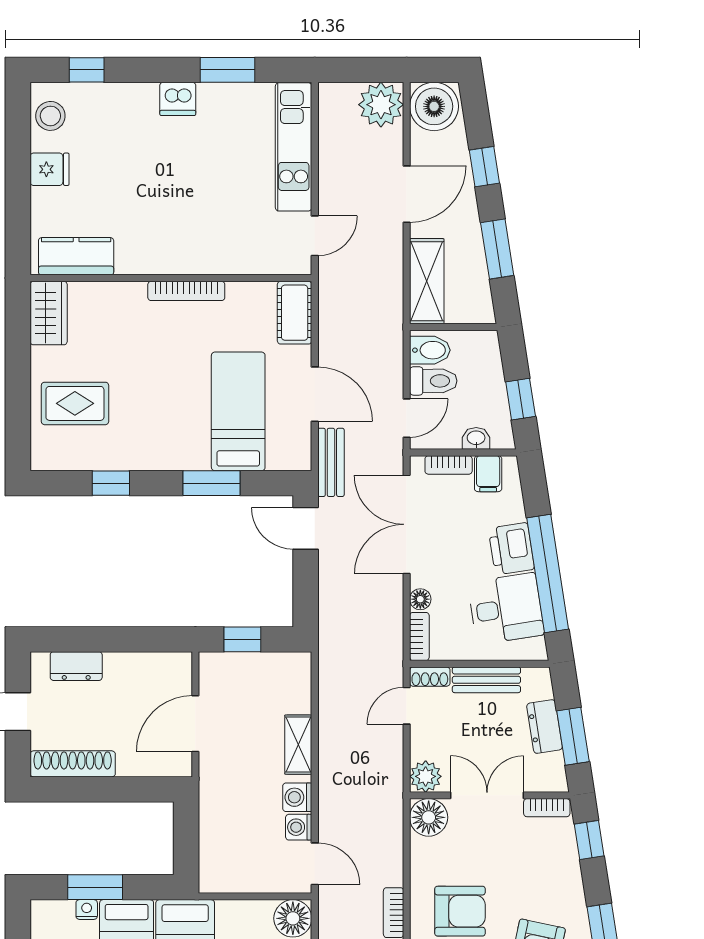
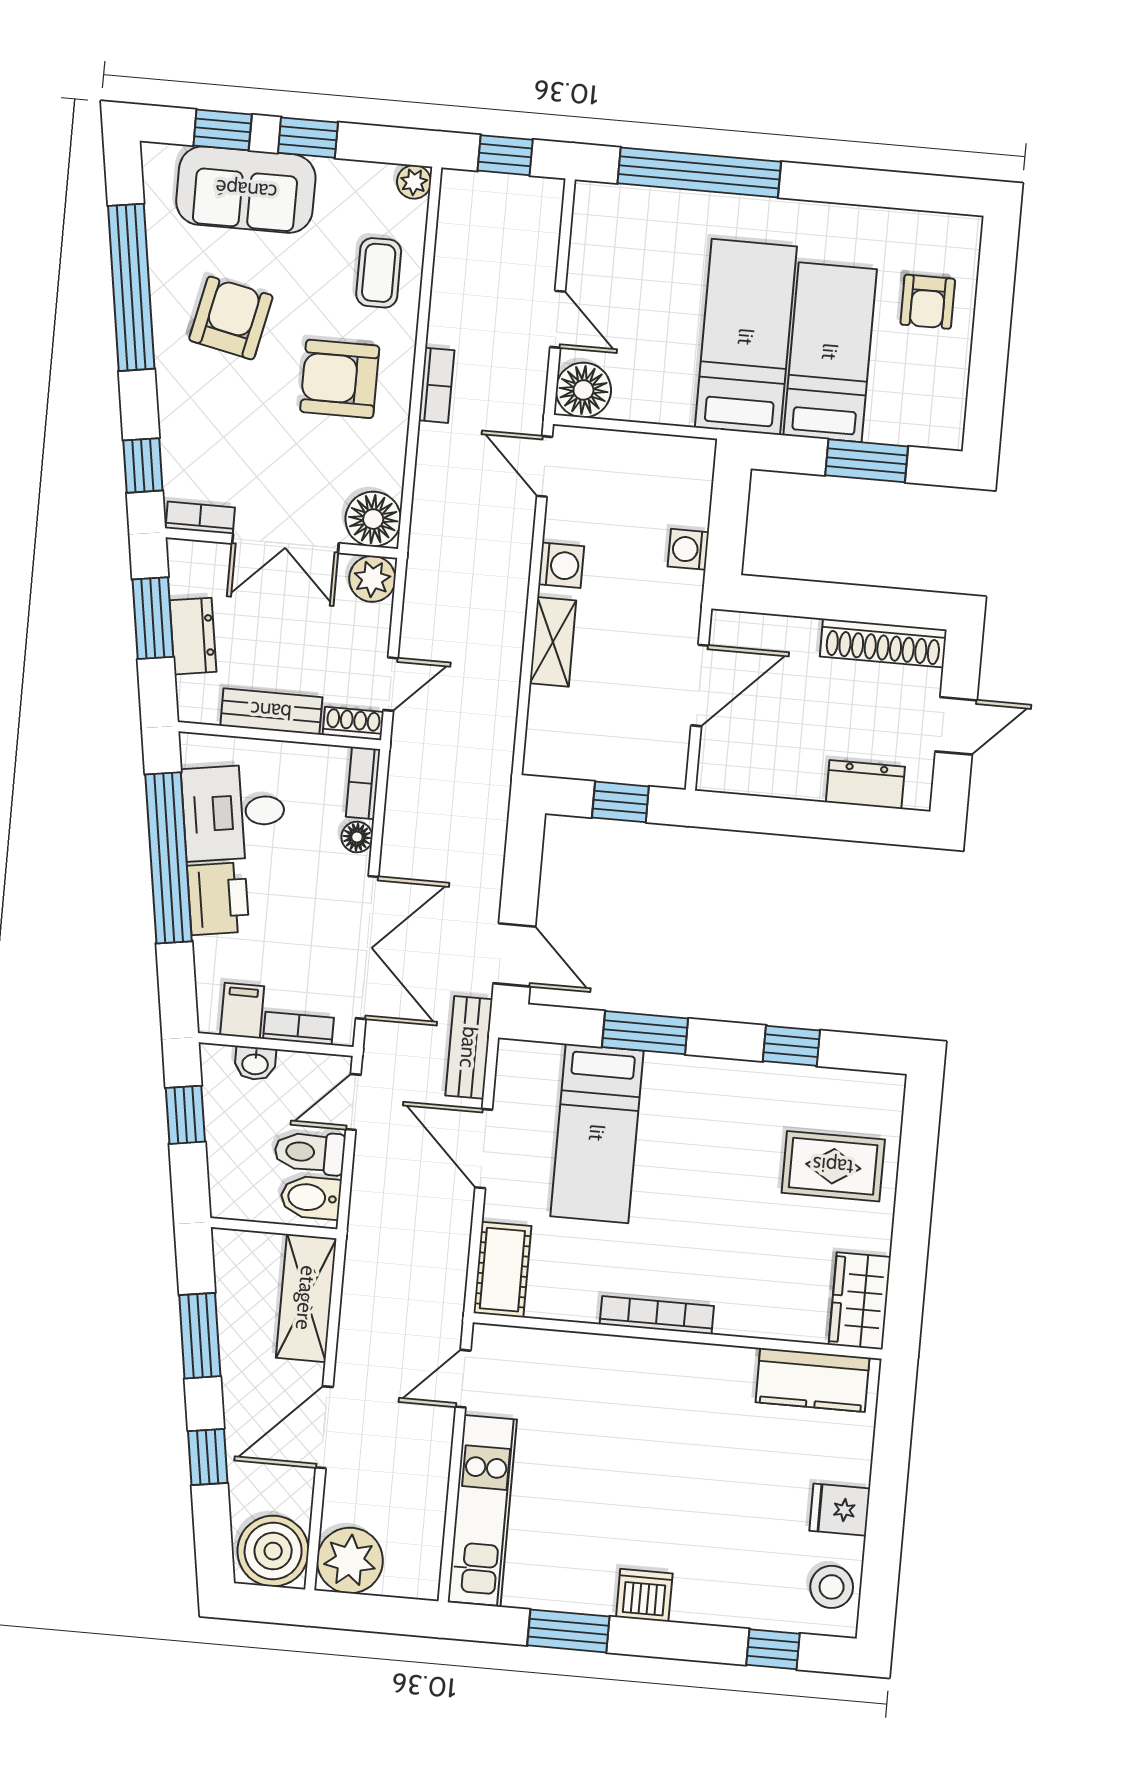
washing machine: (299, 827) -> (688, 549), moved, turned 180
nightstand: (87, 910) -> (882, 430), removed

